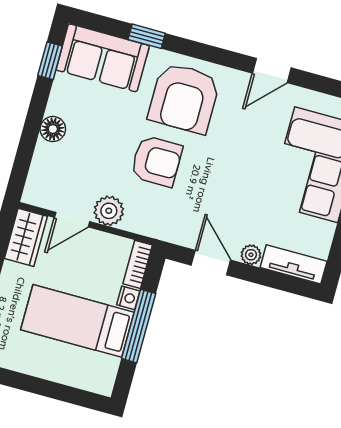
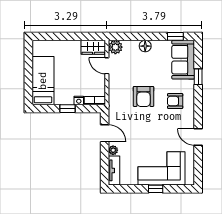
armchair: (184, 98) -> (175, 101), width x0.53, depth x0.53
plant: (109, 211) -> (115, 47), moved
door: (211, 263) -> (105, 133), hinge flipped
bed: (77, 321) -> (43, 81), moved
window: (139, 326) -> (67, 109), width x0.46

